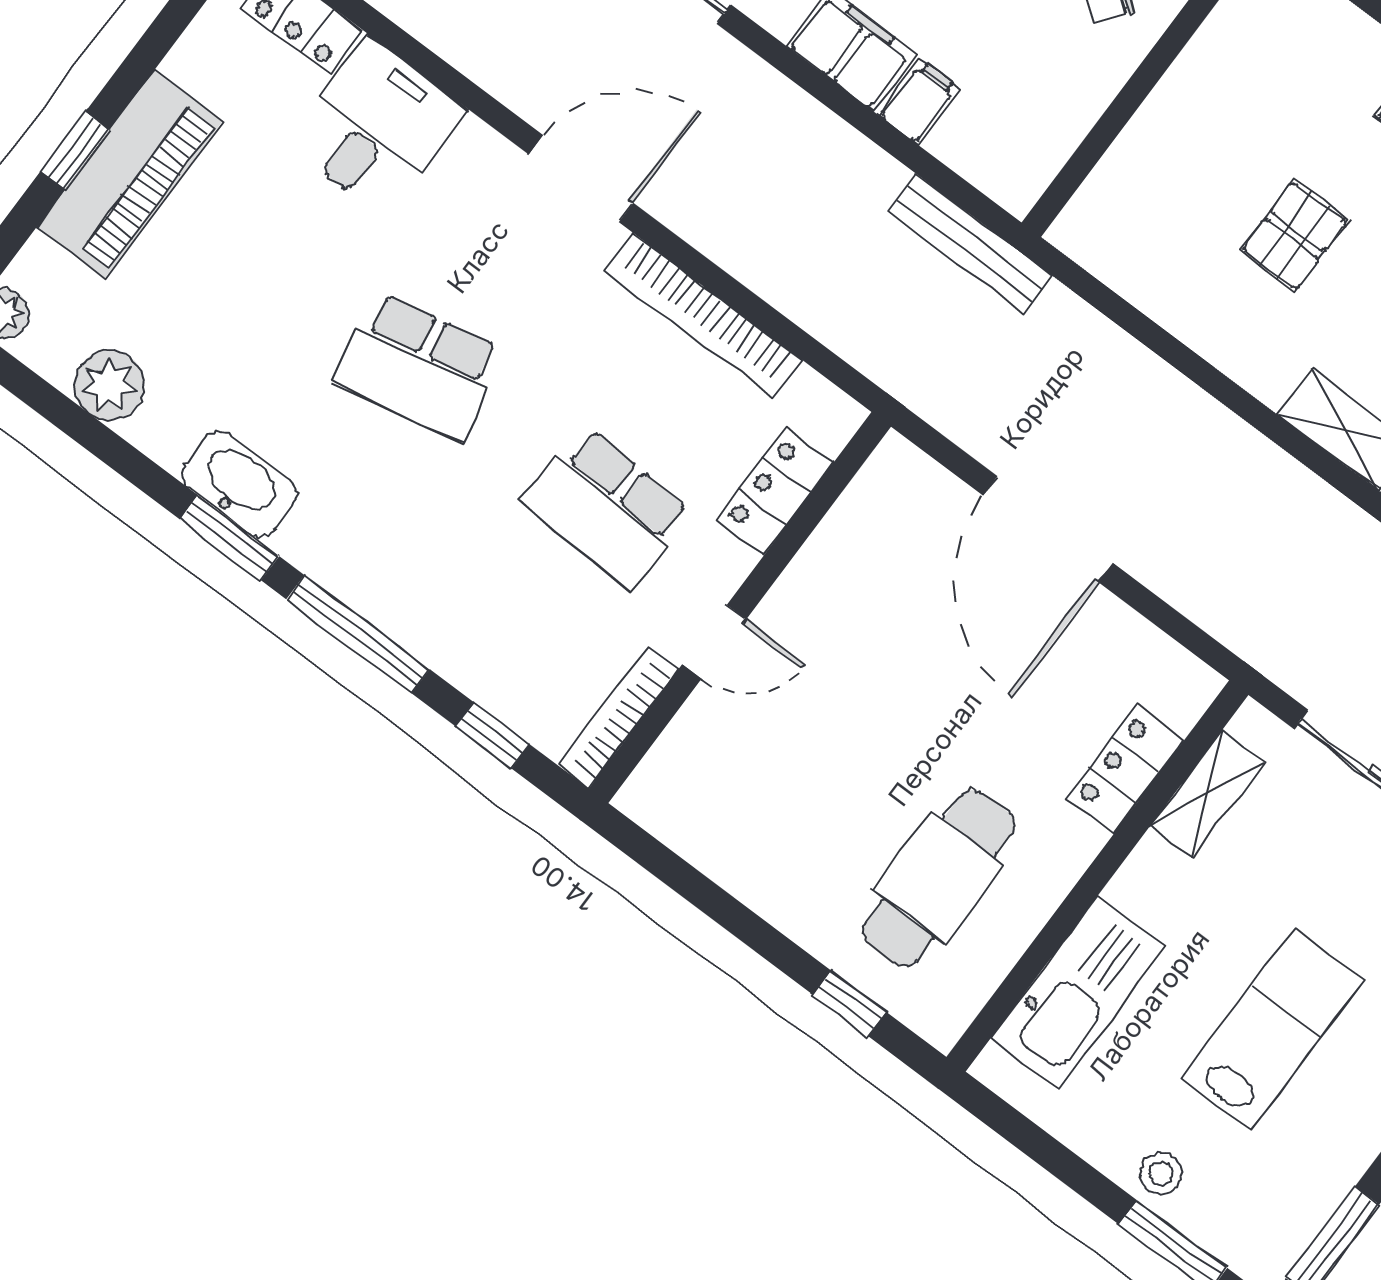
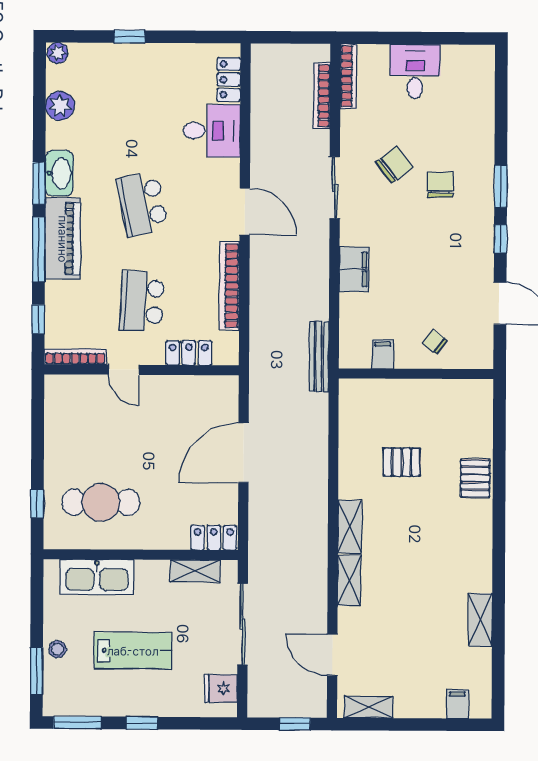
filing cabinet: (919, 102) -> (383, 354), moved, turned -90
piano: (130, 174) -> (63, 239), moved, turned -90
locker: (1125, 769) -> (214, 538), moved

